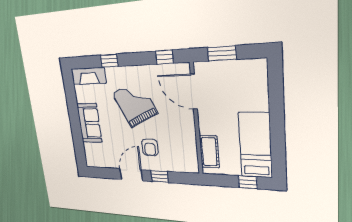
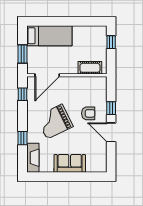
bed: (255, 145) -> (49, 36), moved, turned 180

